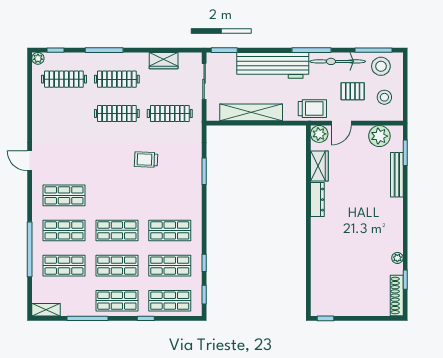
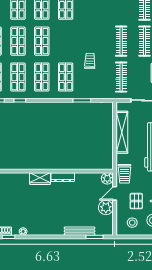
door: (341, 123) -> (115, 193), hinge flipped
plant: (379, 136) -> (106, 208), moved
wardrobe: (319, 166) -> (40, 179), moved
shop shelf: (170, 195) -> (66, 77), added

